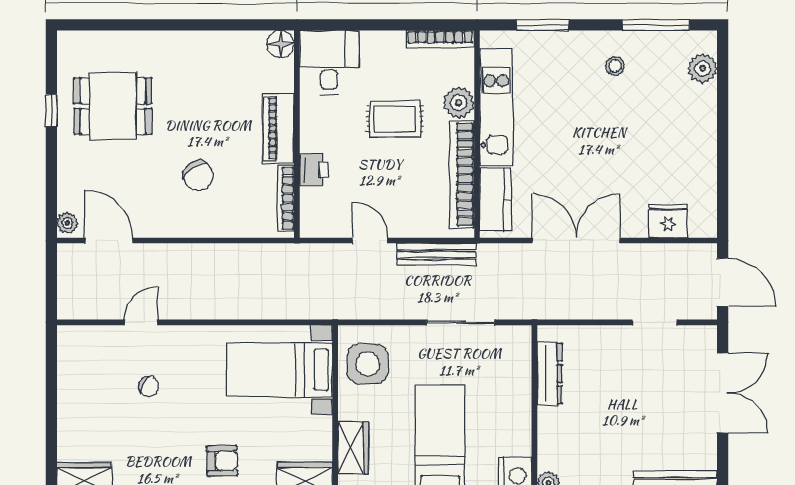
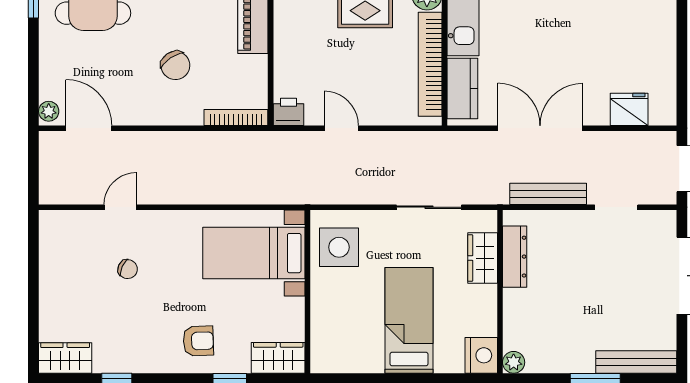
printer: (314, 170) -> (288, 112), moved, turned -90
bookcase: (286, 198) -> (236, 117), moved, turned 90
bench: (436, 254) -> (548, 194), moved
wardrobe: (353, 448) -> (483, 258), moved, turned 180

